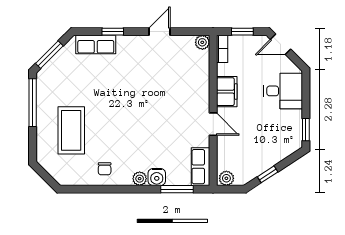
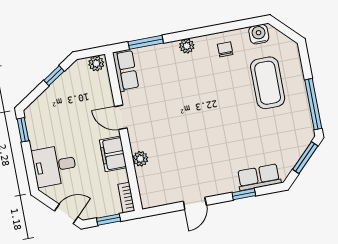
plant: (202, 42) -> (140, 159), moved
water cooler: (157, 177) -> (259, 34), moved

